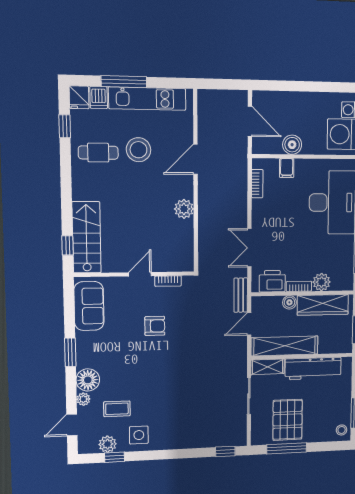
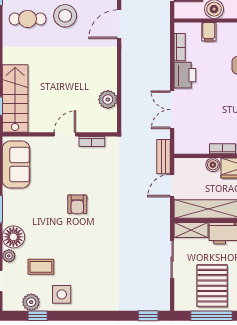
plant: (184, 209) -> (108, 100), moved
printer: (272, 281) -> (185, 75), moved, turned 90
armchair: (155, 326) -> (77, 204), moved, turned 90

